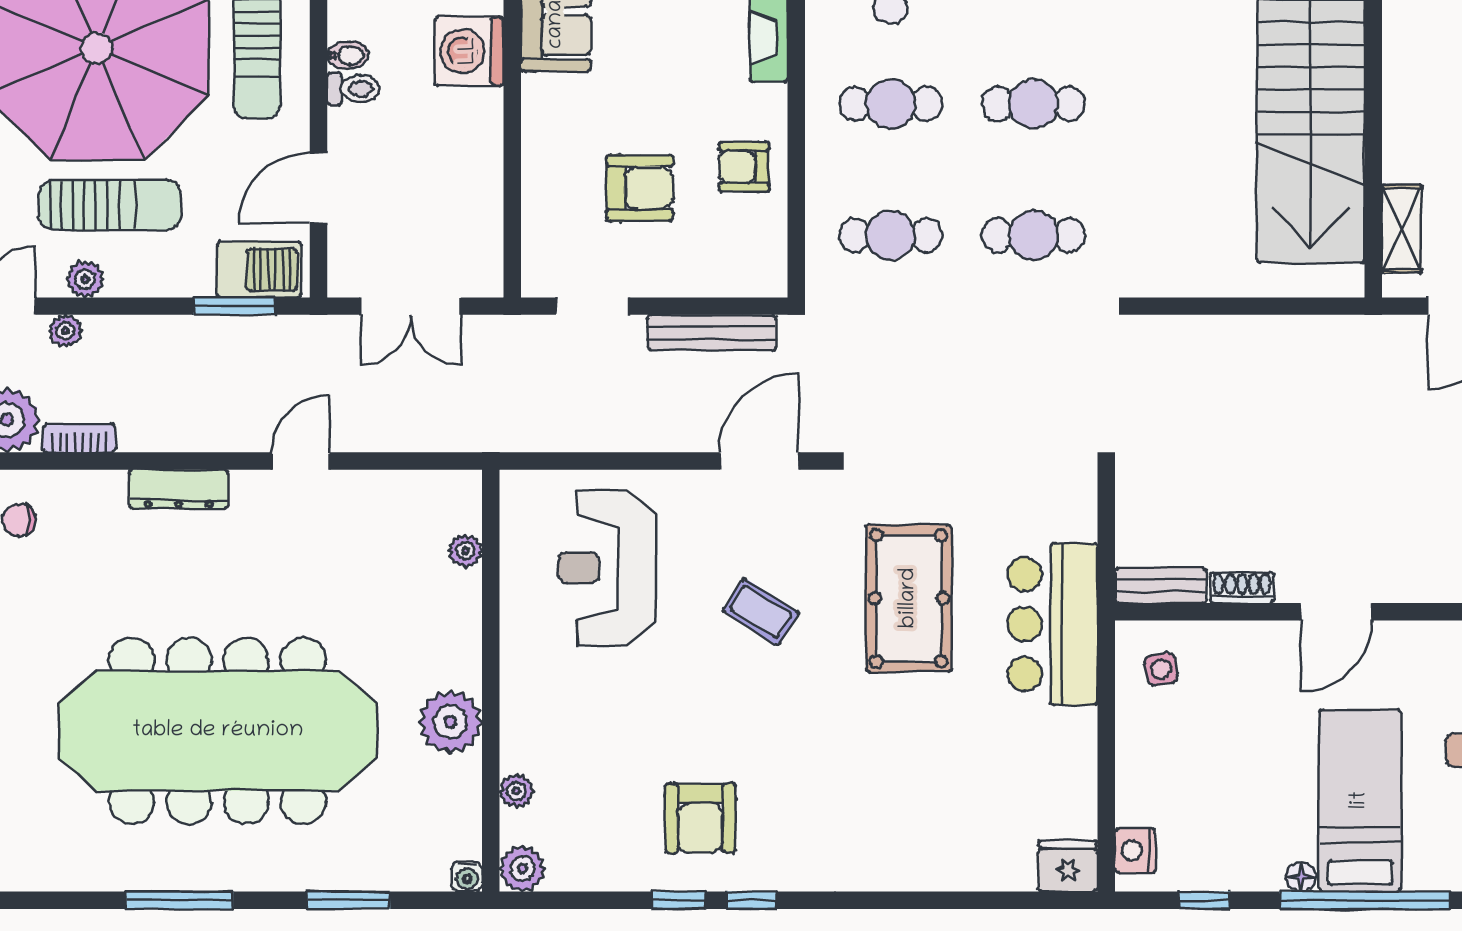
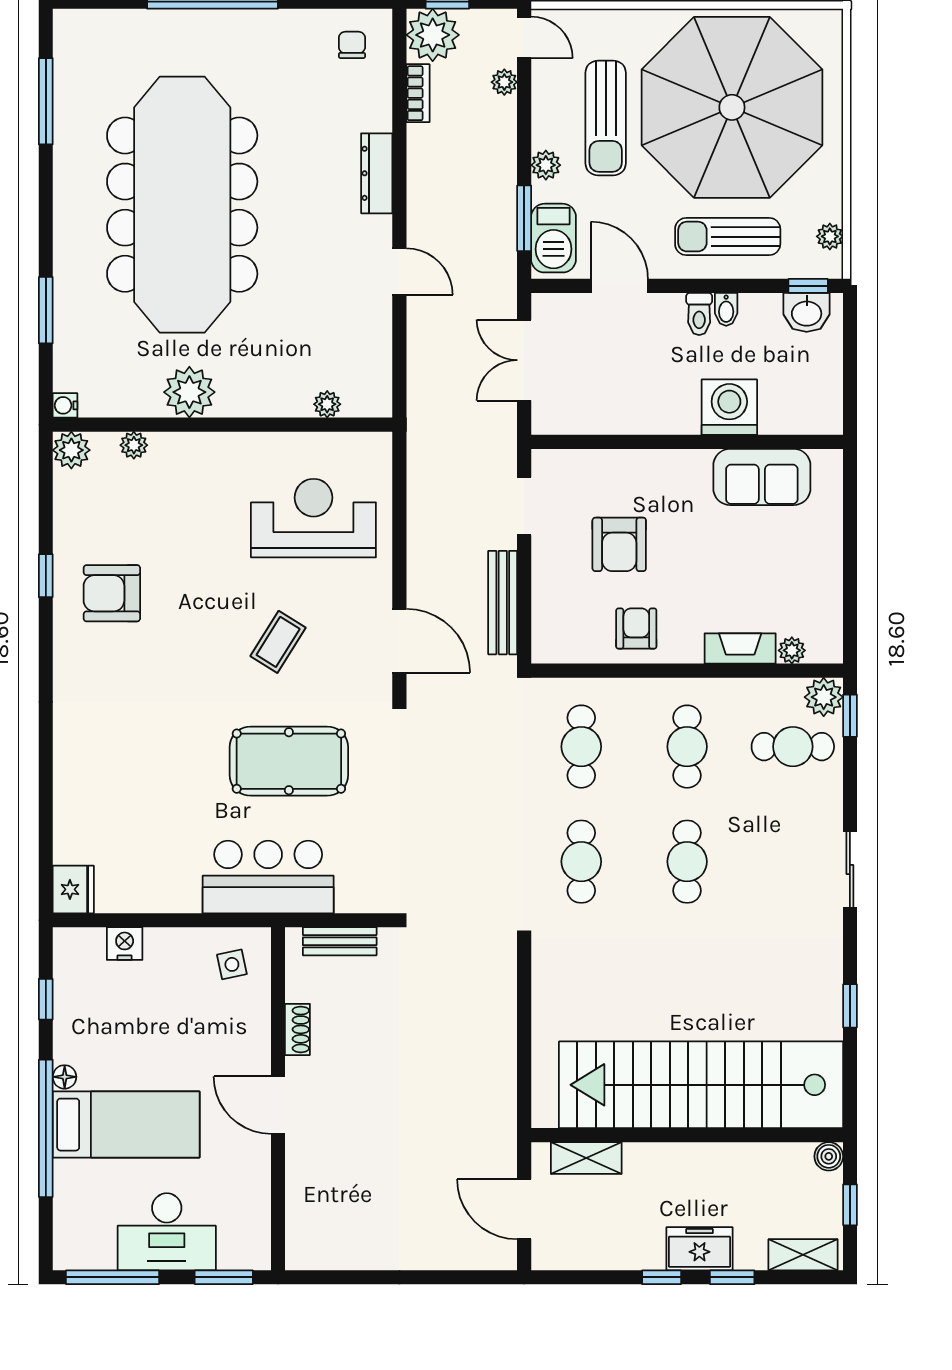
plant: (85, 279) -> (546, 165), moved
bench: (1161, 586) -> (340, 941), moved, turned 90
nightstand: (1135, 851) -> (125, 944), moved
window: (180, 900) -> (46, 101), moved
window: (752, 900) -> (46, 635), removed

